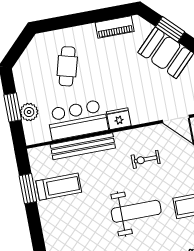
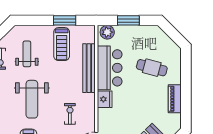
piano: (115, 27) -> (175, 99), moved
plant: (29, 112) -> (107, 32), moved
weight bench: (80, 229) -> (27, 54), added

